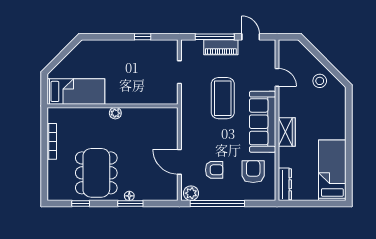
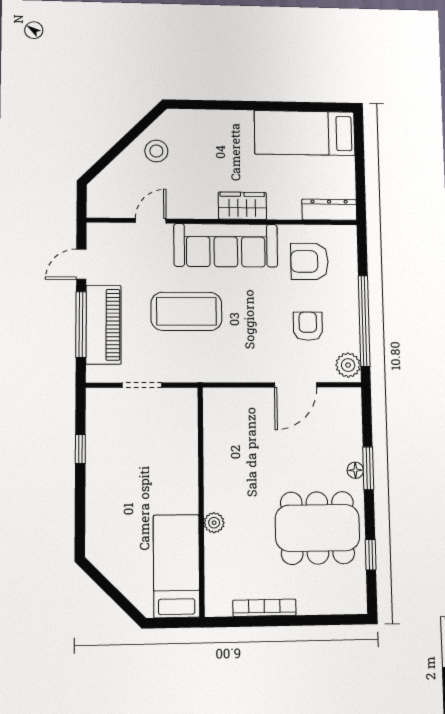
piano: (221, 47) -> (103, 325), width x1.37, depth x1.33
plant: (115, 113) -> (214, 523), moved

